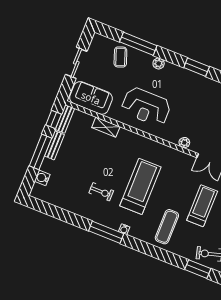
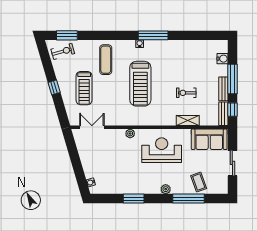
plant: (184, 143) -> (130, 134), moved
exercise bike: (101, 192) -> (186, 93), moved

